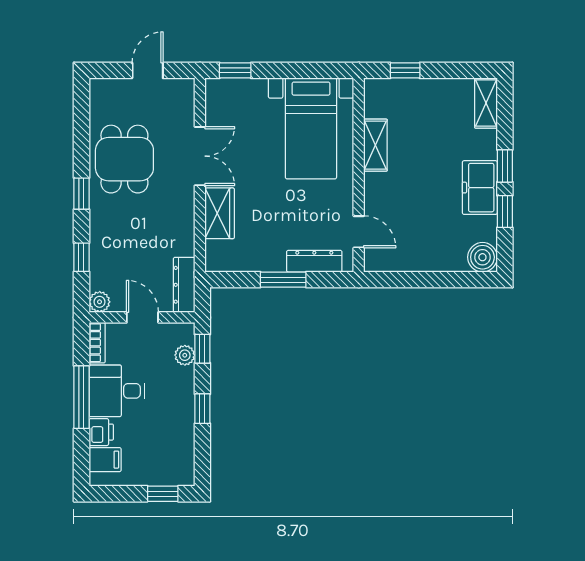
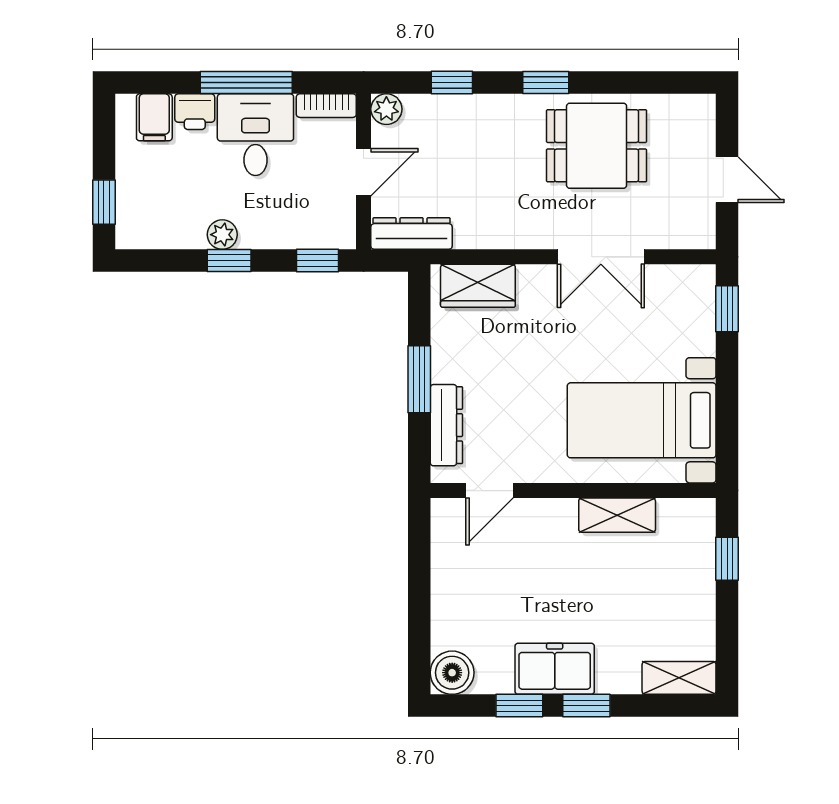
wardrobe: (220, 213) -> (478, 286), moved
plant: (185, 355) -> (222, 235), moved

